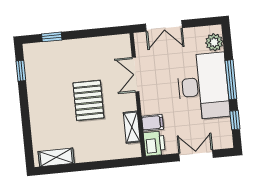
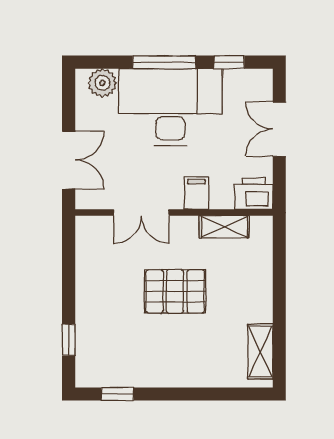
filing cabinet: (153, 123) -> (197, 193), moved

